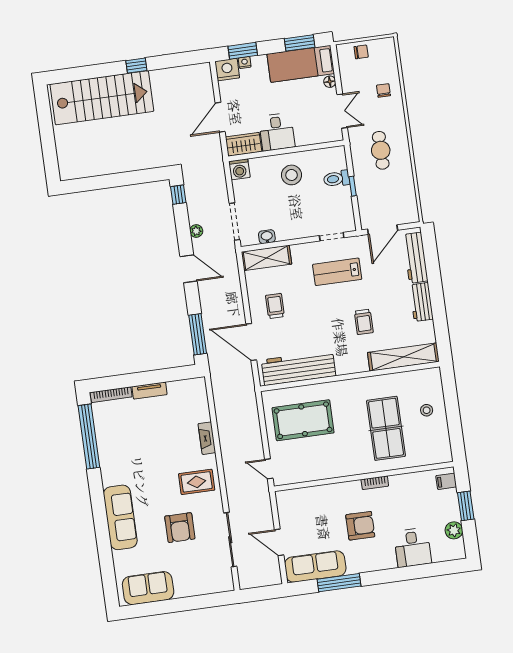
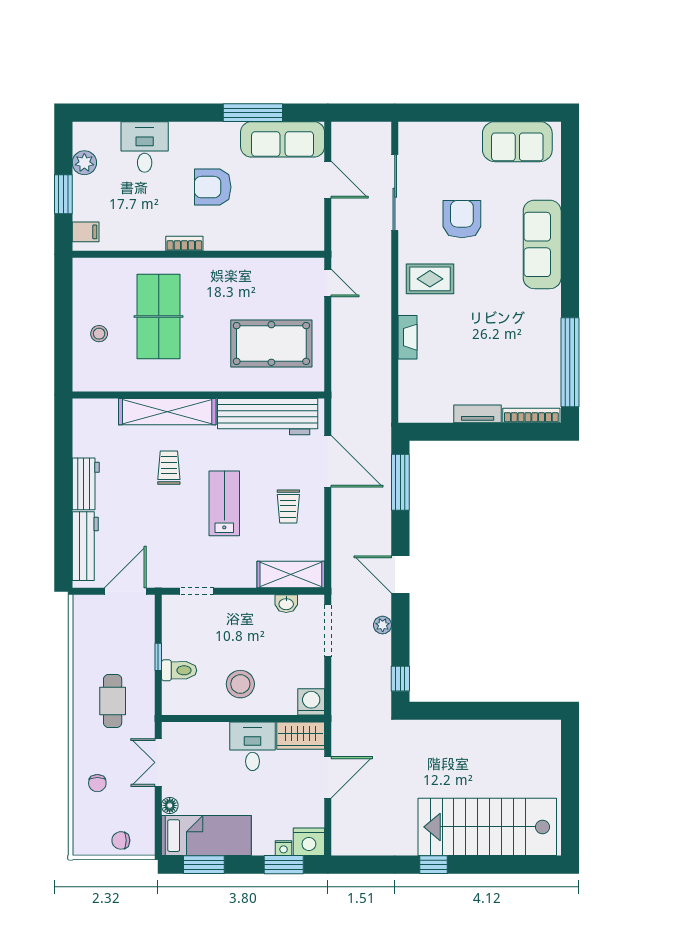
lab bench: (337, 272) -> (224, 503), moved, turned -90
shelving: (403, 357) -> (167, 412), moved

